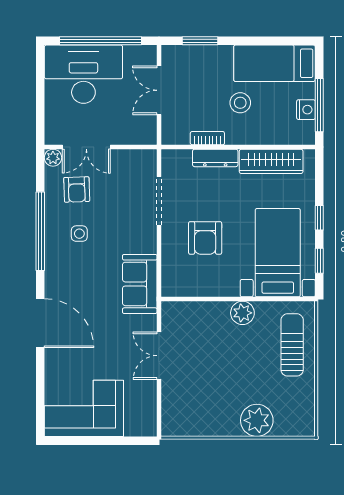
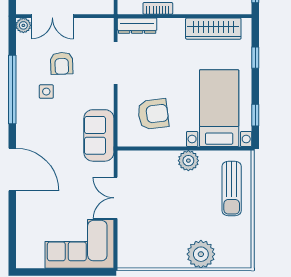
dresser: (215, 158) -> (137, 26), moved
armchair: (77, 189) -> (62, 63), moved
window: (319, 218) -> (255, 58), moved
armchair: (205, 238) -> (153, 114), moved, turned -97
sun lounger: (292, 345) -> (232, 188), turned 180
corner sofa: (84, 408) -> (79, 244), moved

